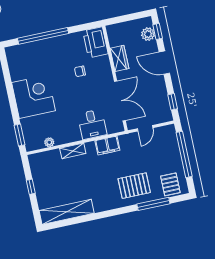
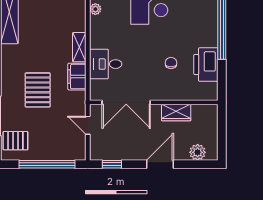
window: (158, 31) -> (198, 164), removed
printer: (95, 42) -> (206, 64), moved, turned -90
shelving: (73, 151) -> (79, 47), moved
pallet: (134, 186) -> (38, 90), moved

